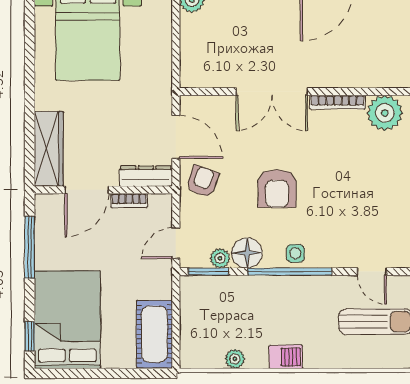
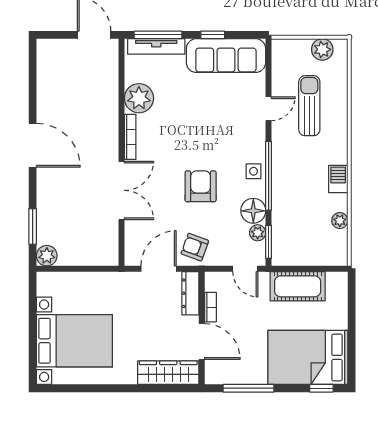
armchair: (277, 188) -> (201, 186), turned -90
cot: (154, 334) -> (298, 286), moved

